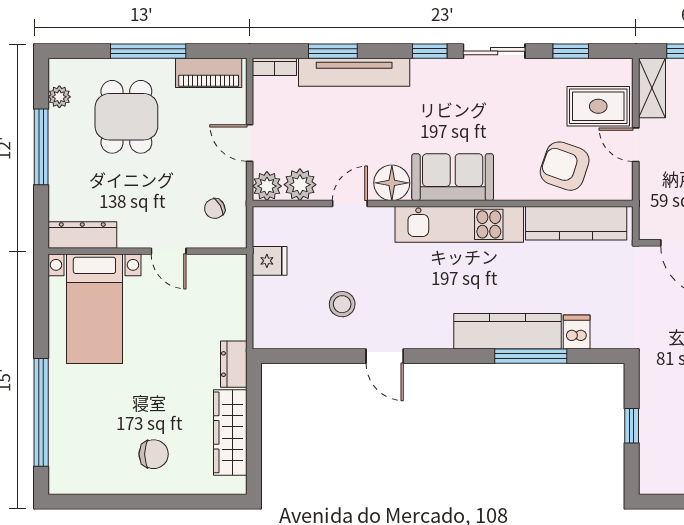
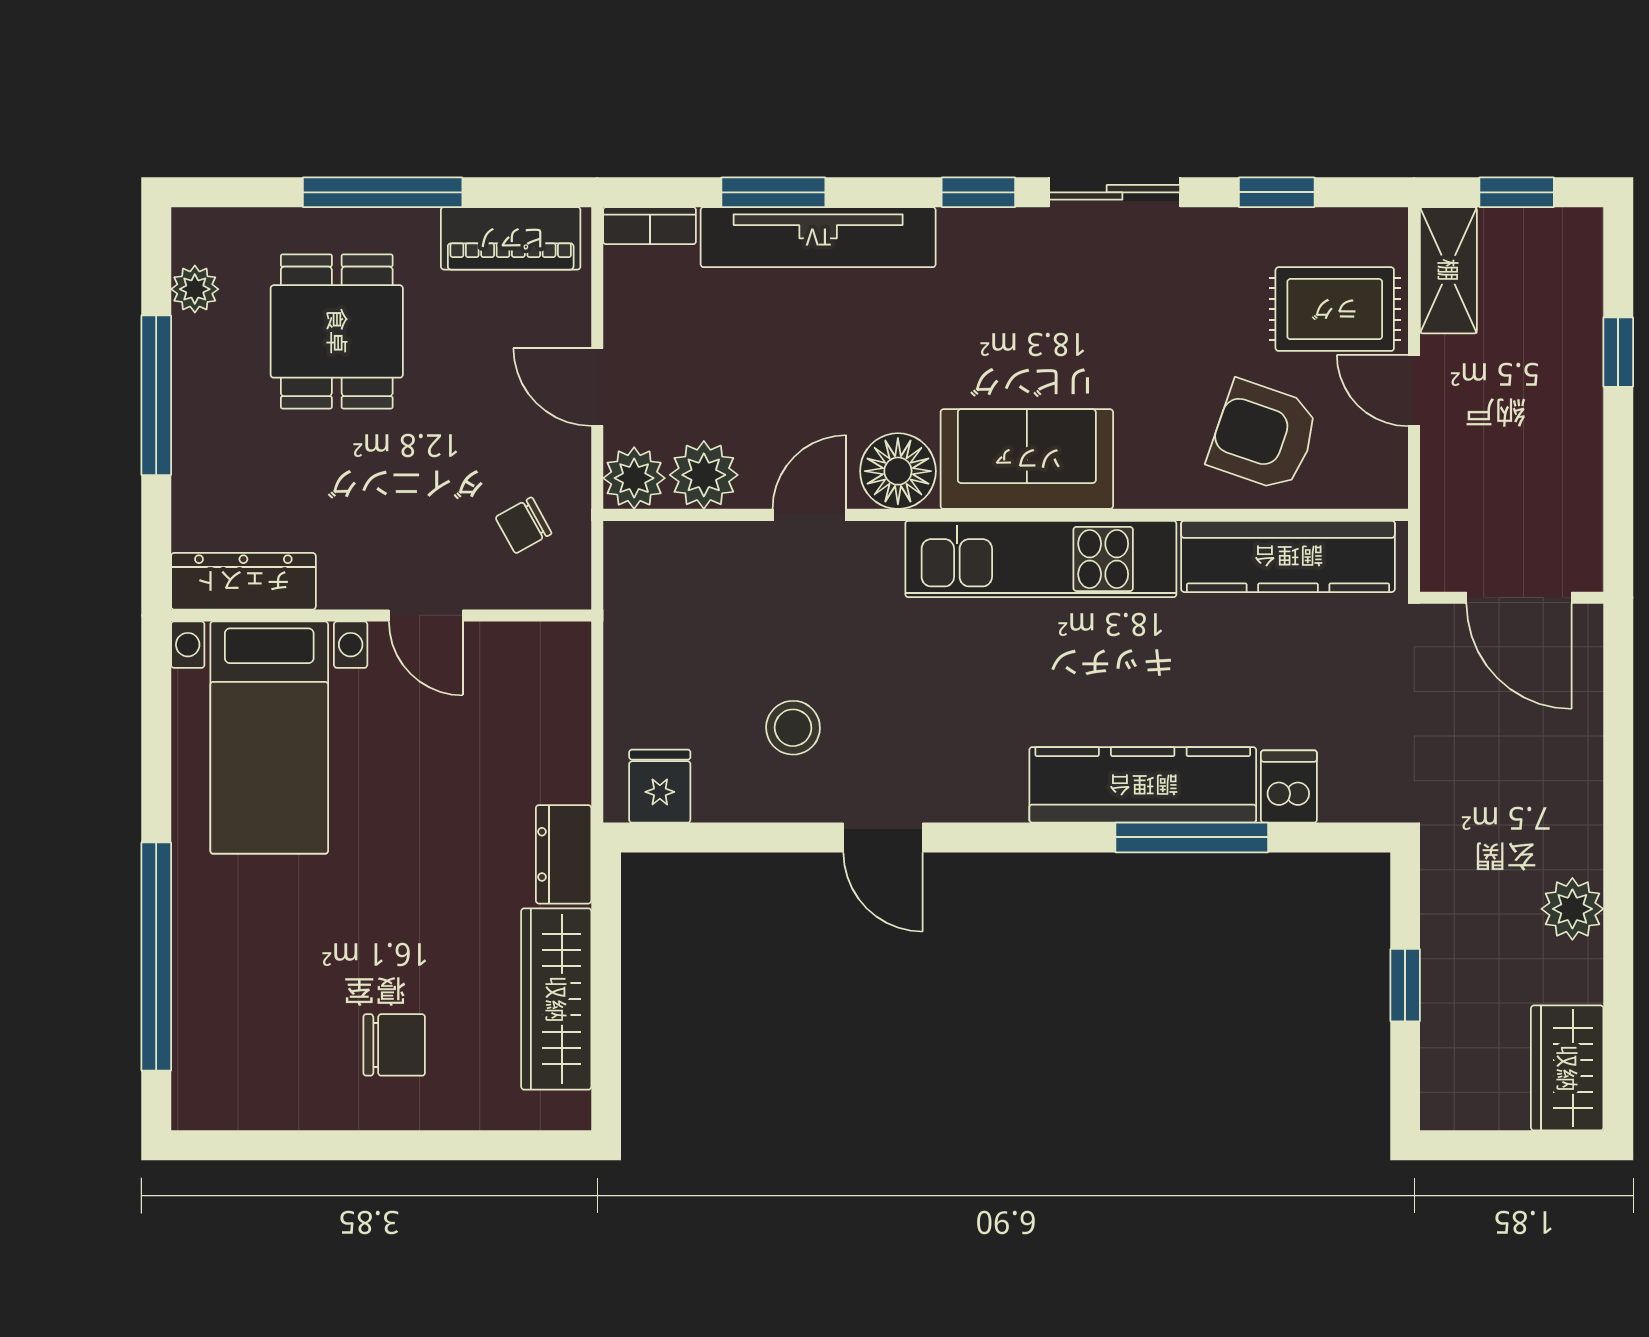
fridge: (270, 261) -> (660, 786), moved, turned -90

